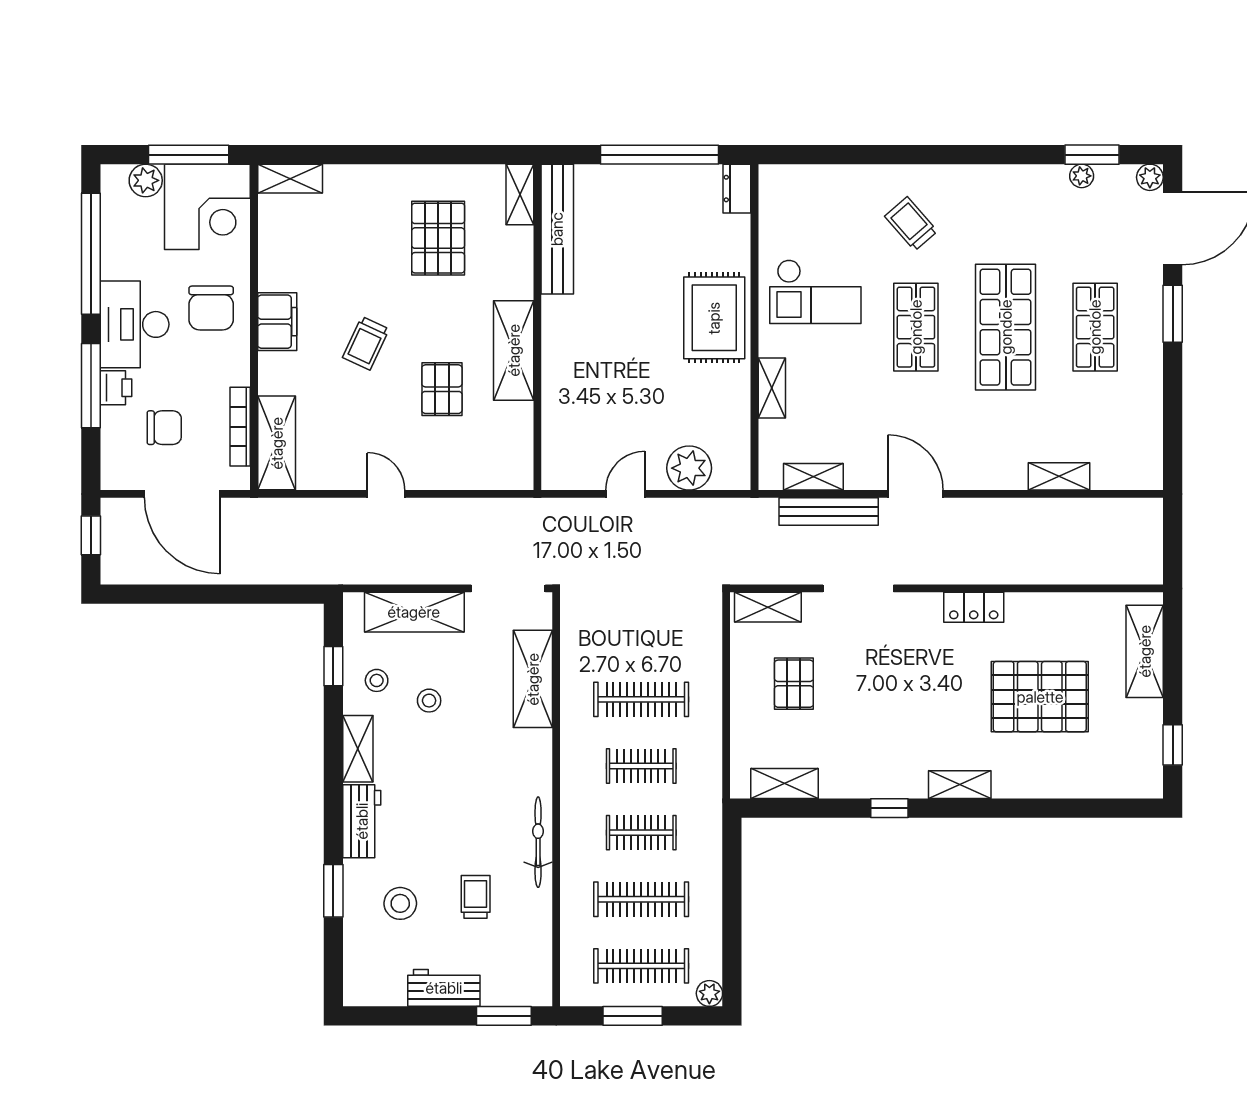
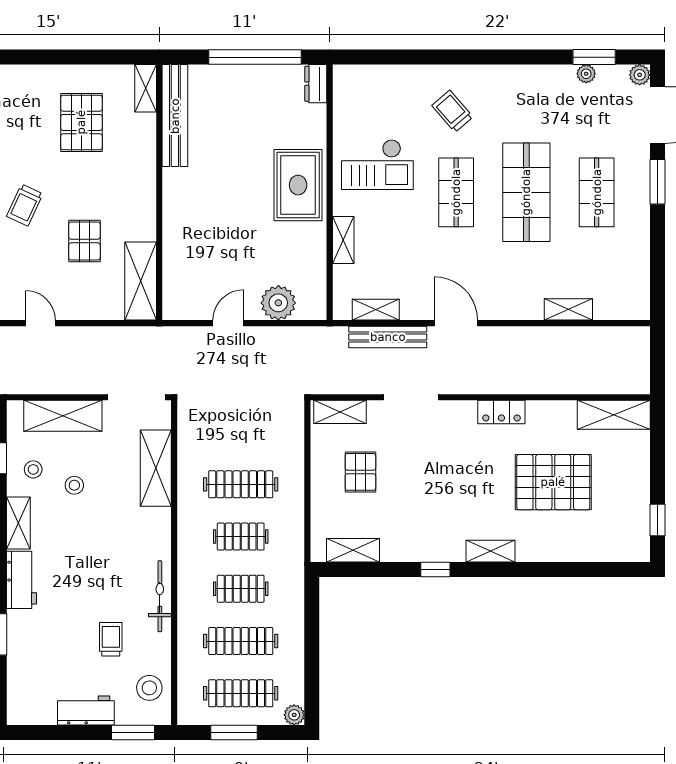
shelving: (514, 350) -> (141, 281), moved
shelving: (1145, 651) -> (614, 415), moved, turned 90
stool: (400, 903) -> (149, 688), moved

